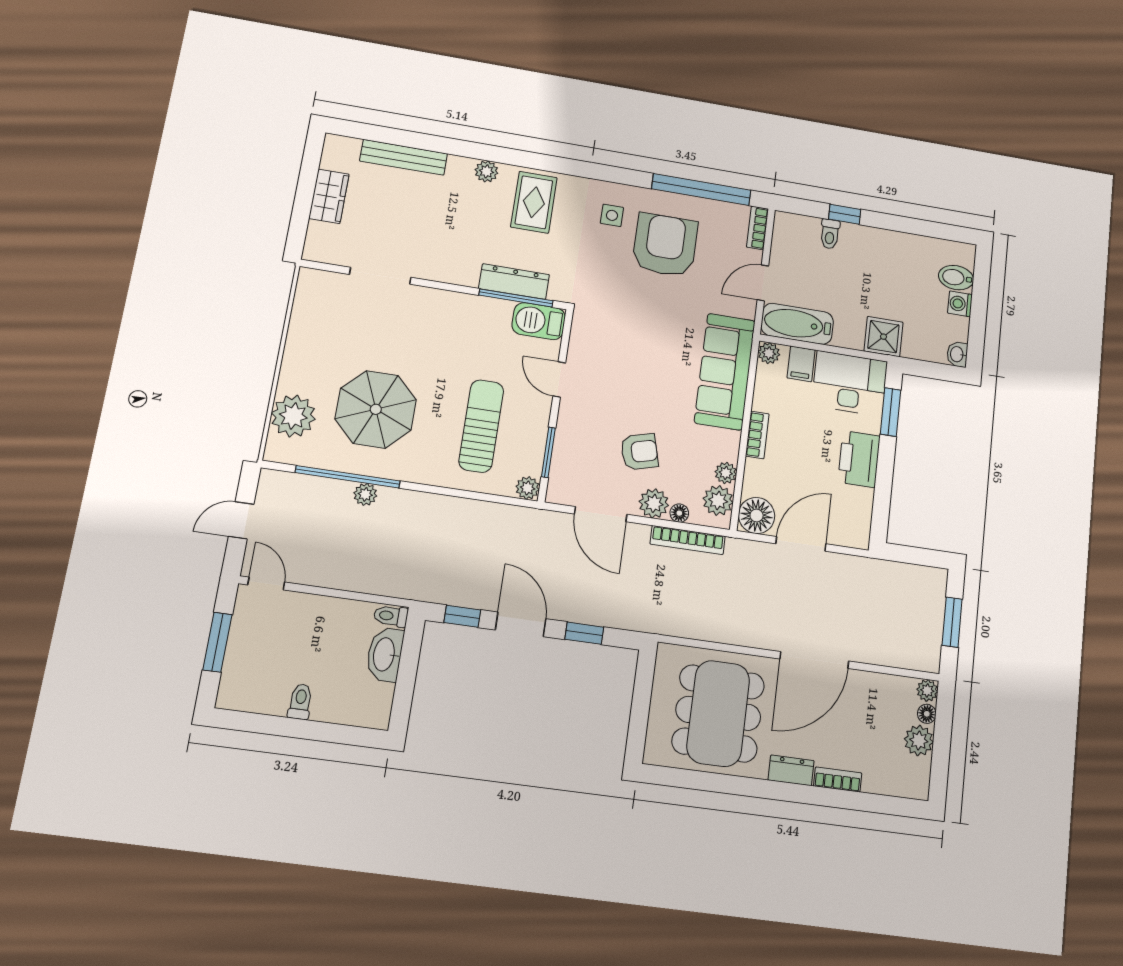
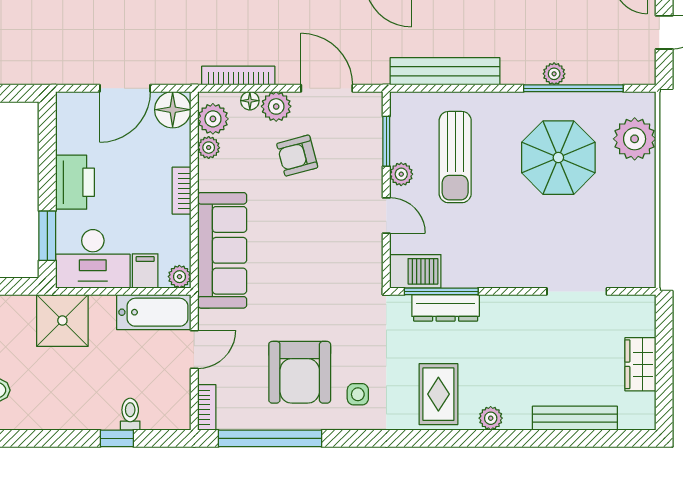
shower: (883, 337) -> (62, 321), width x1.36, depth x1.36
plant: (528, 488) -> (401, 174), moved
bench: (478, 514) -> (445, 71), added

